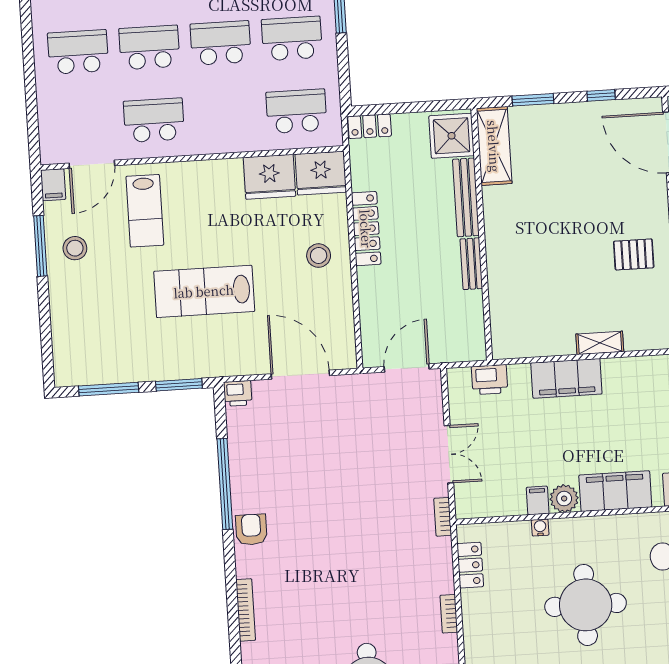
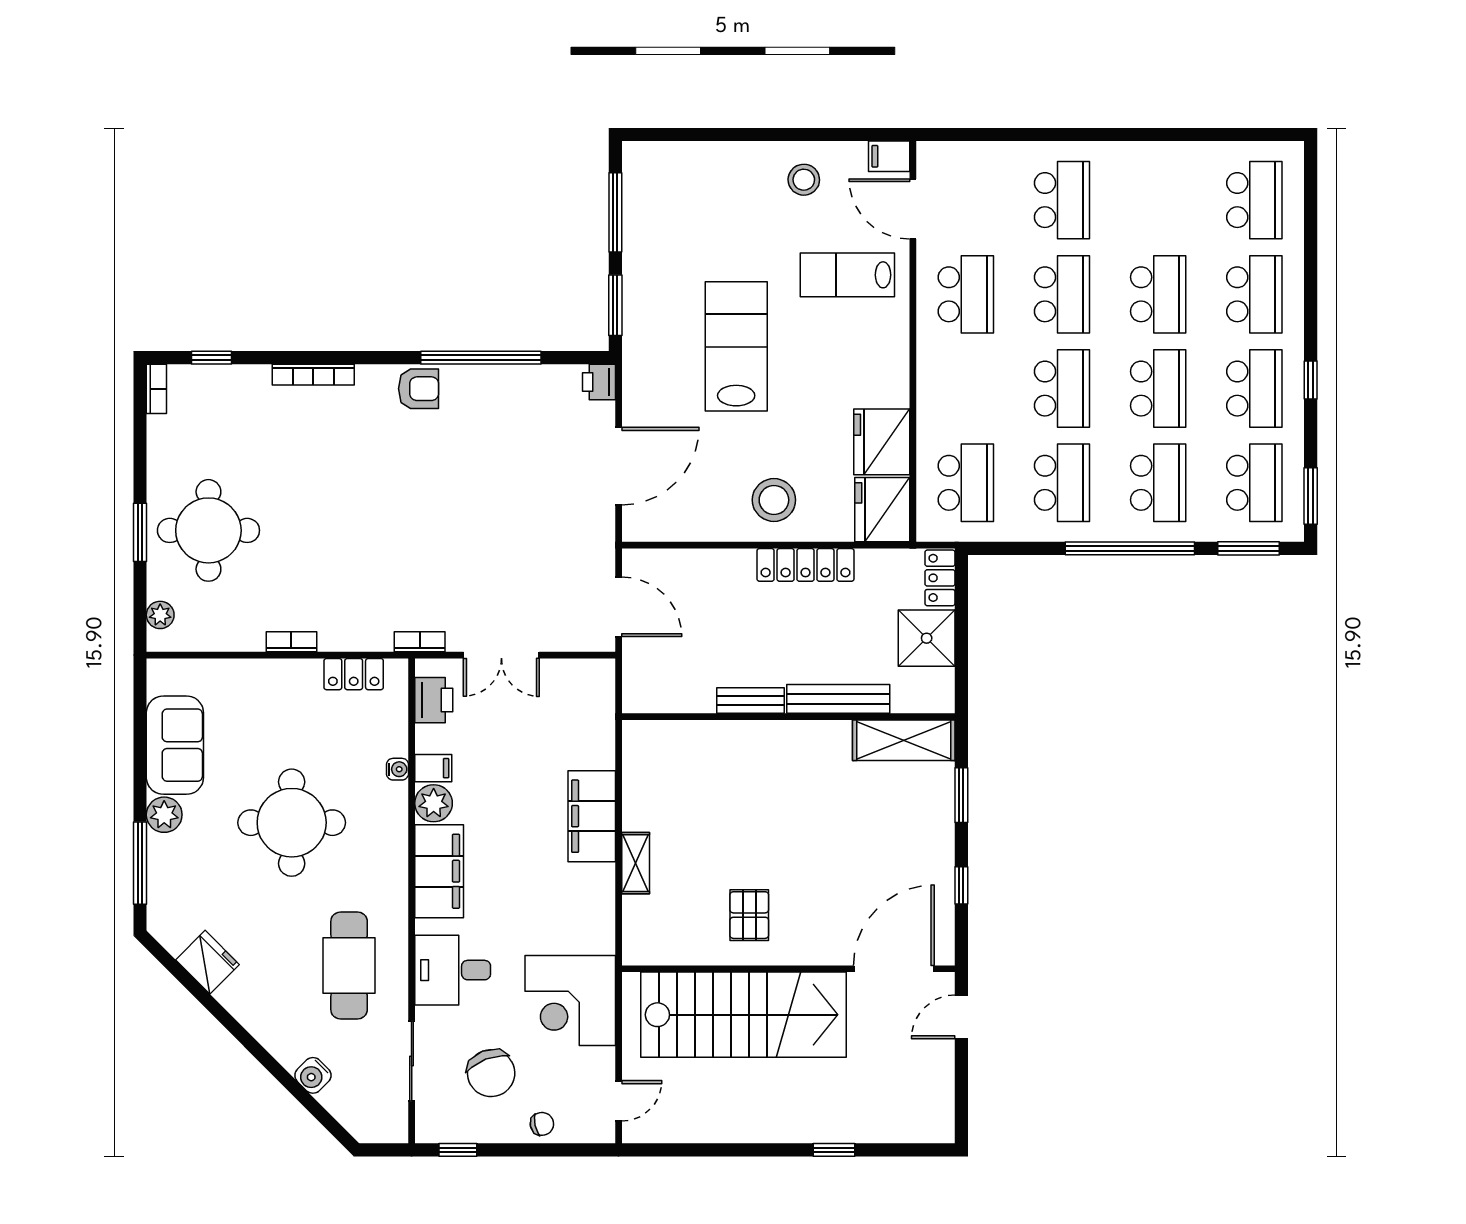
shower: (452, 136) -> (927, 638), moved
window: (40, 246) -> (810, 134), removed
stool: (319, 256) -> (774, 500), width x1.38, depth x1.38
printer: (490, 380) -> (434, 700), moved, turned 180

